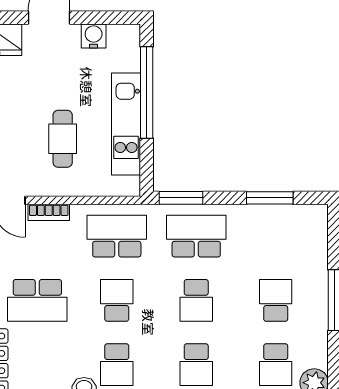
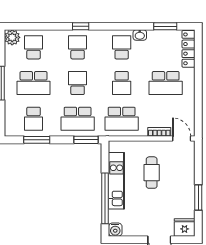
water cooler: (94, 36) -> (115, 230), moved
school desk: (276, 236) -> (34, 119), added
school desk: (37, 300) -> (166, 83), turned 180
school desk: (276, 300) -> (34, 83), width x1.85

